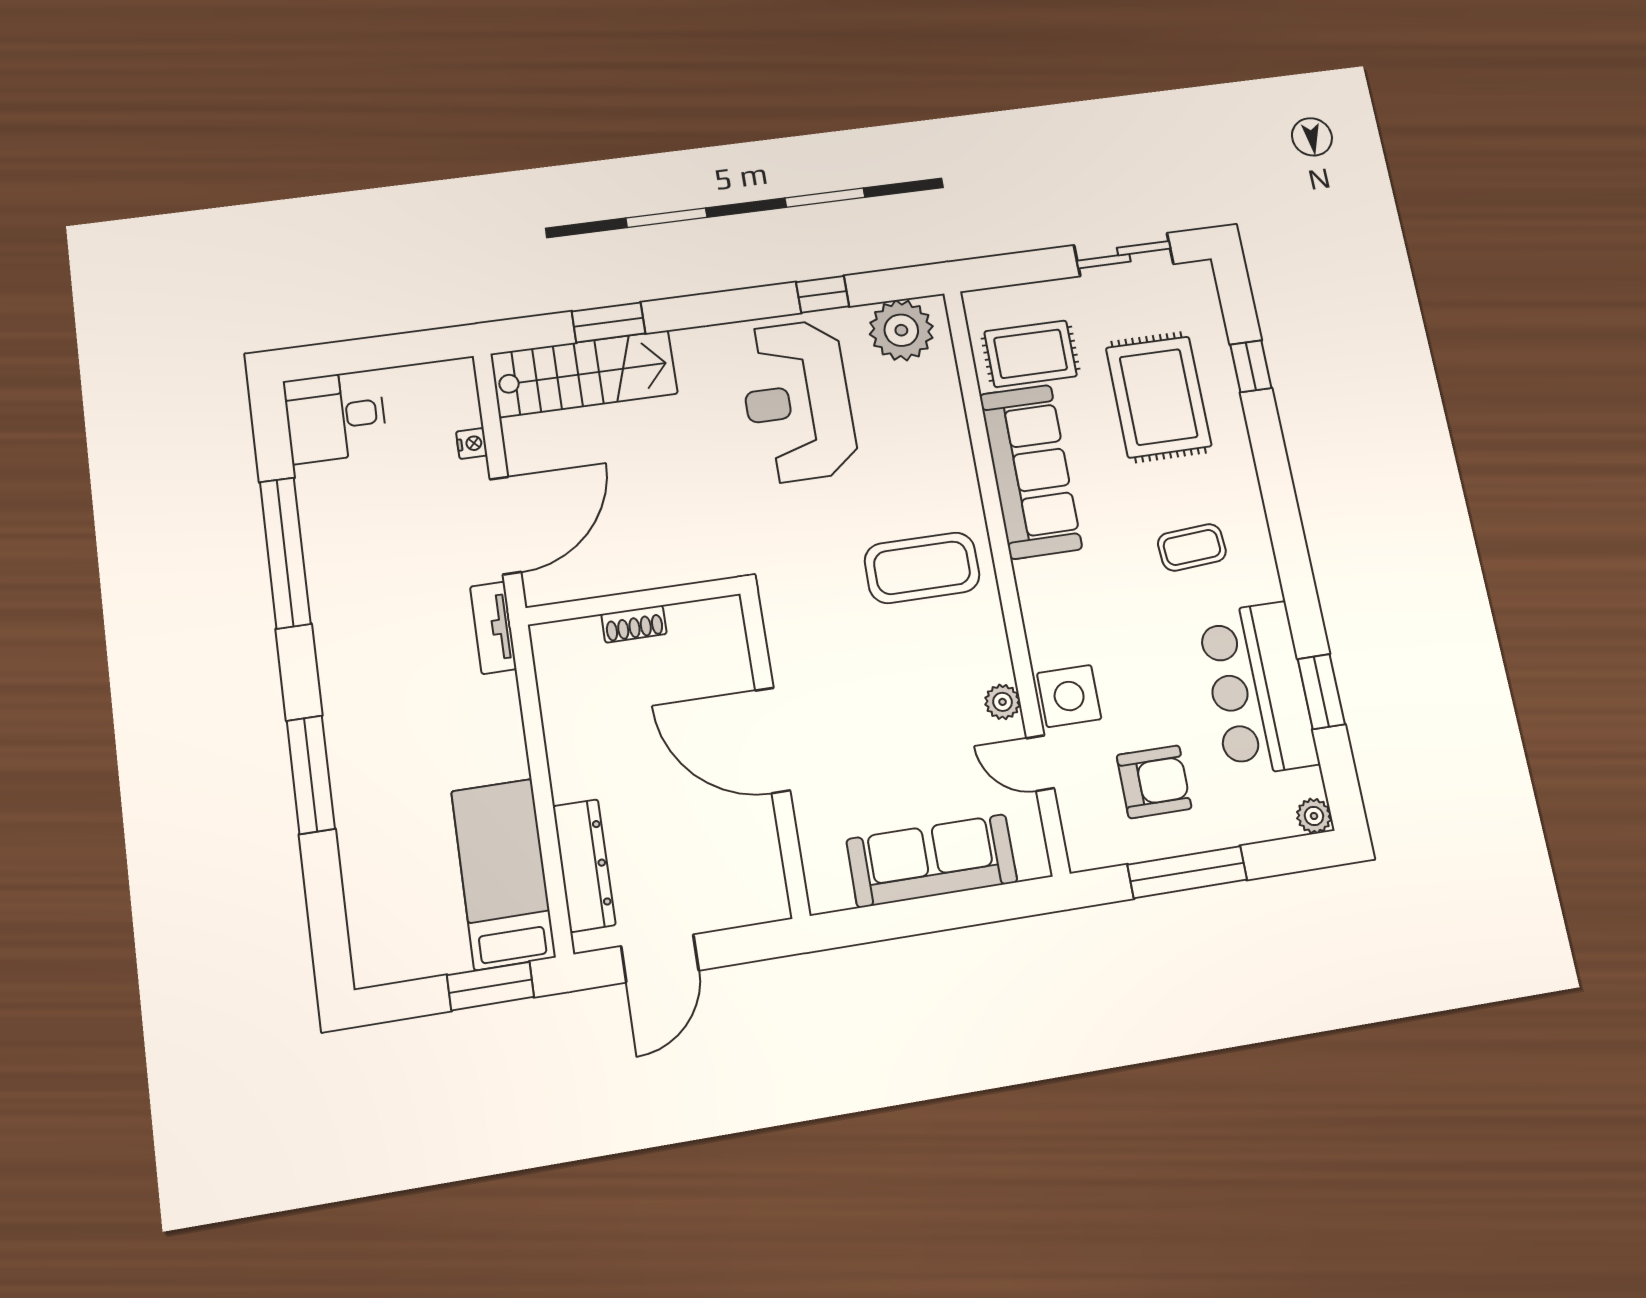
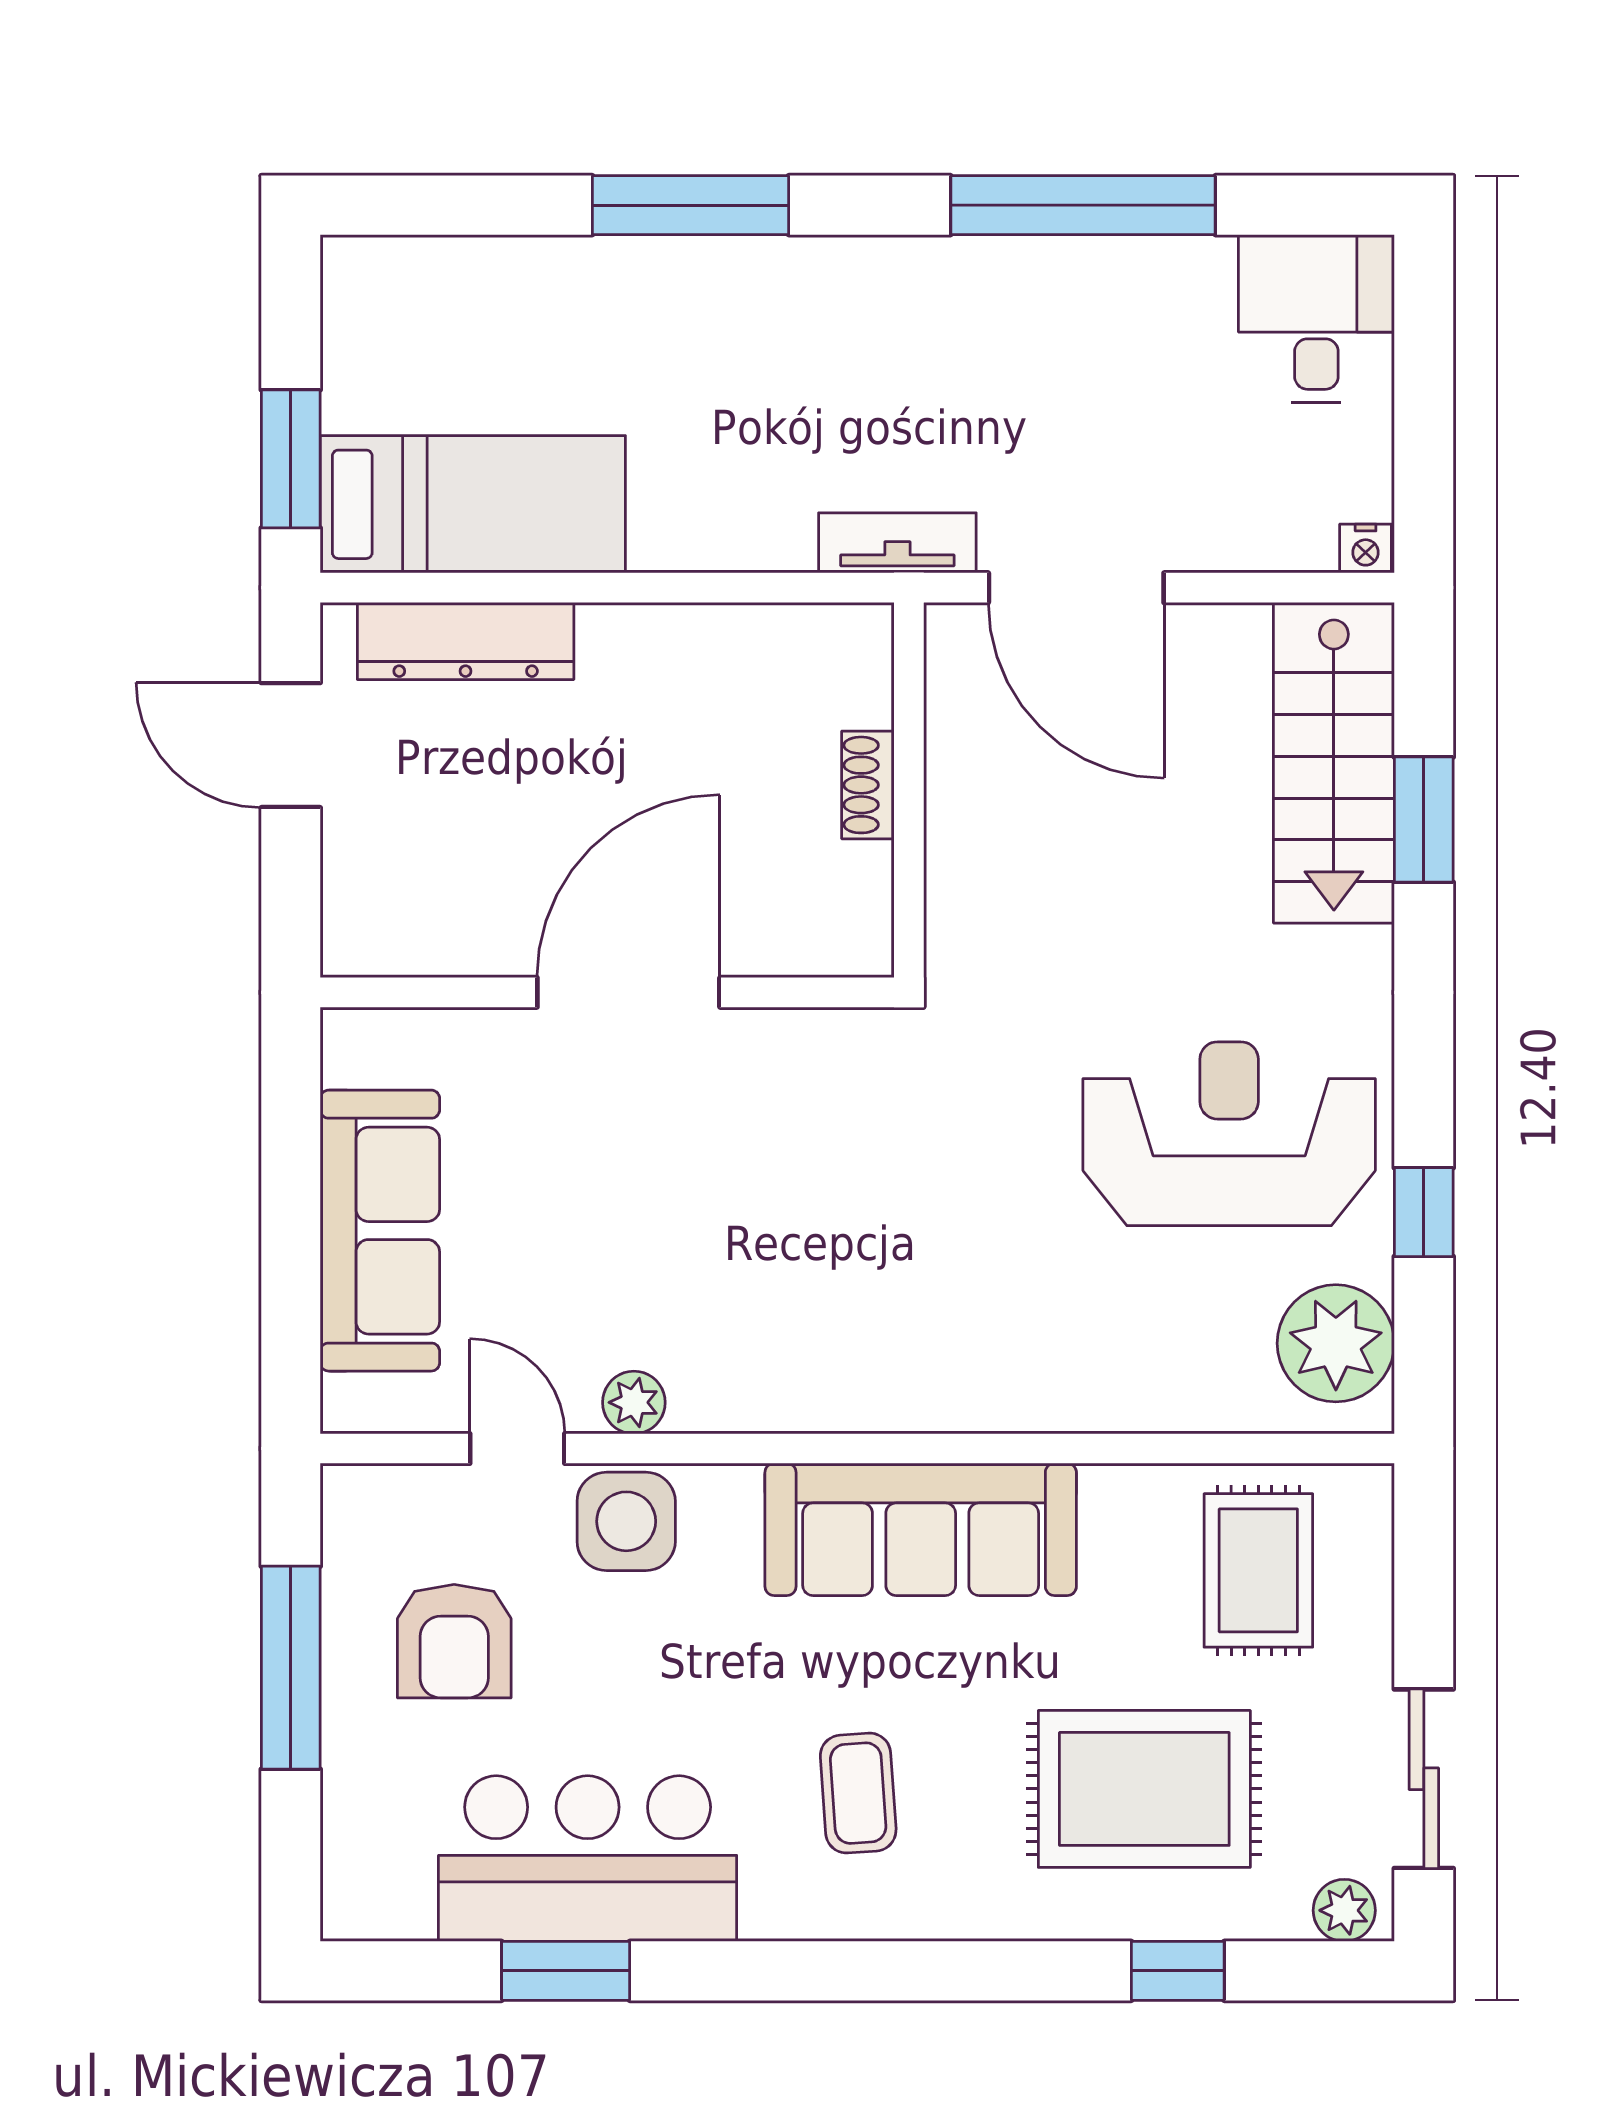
nightstand: (472, 443) -> (1366, 549), moved
sofa: (1031, 471) -> (921, 1529), moved
coffee table: (922, 568) -> (893, 1304), removed
door: (1040, 763) -> (517, 1449), hinge flipped
plant: (1314, 816) -> (1344, 1910), moved

